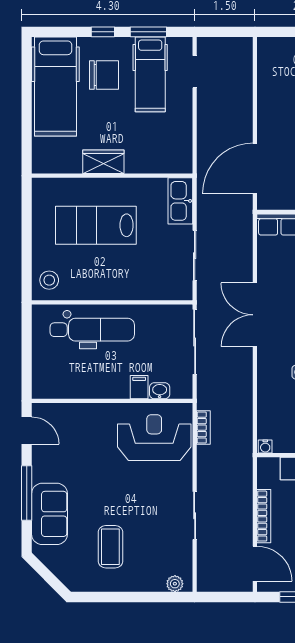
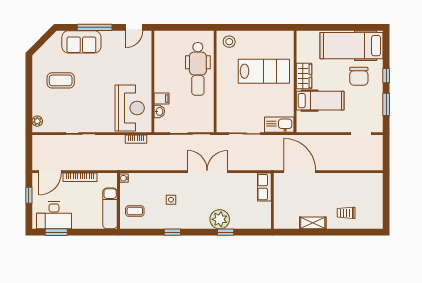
hospital bed: (150, 74) -> (320, 101), moved, turned 180
lab bench: (96, 225) -> (264, 71), turned 90

